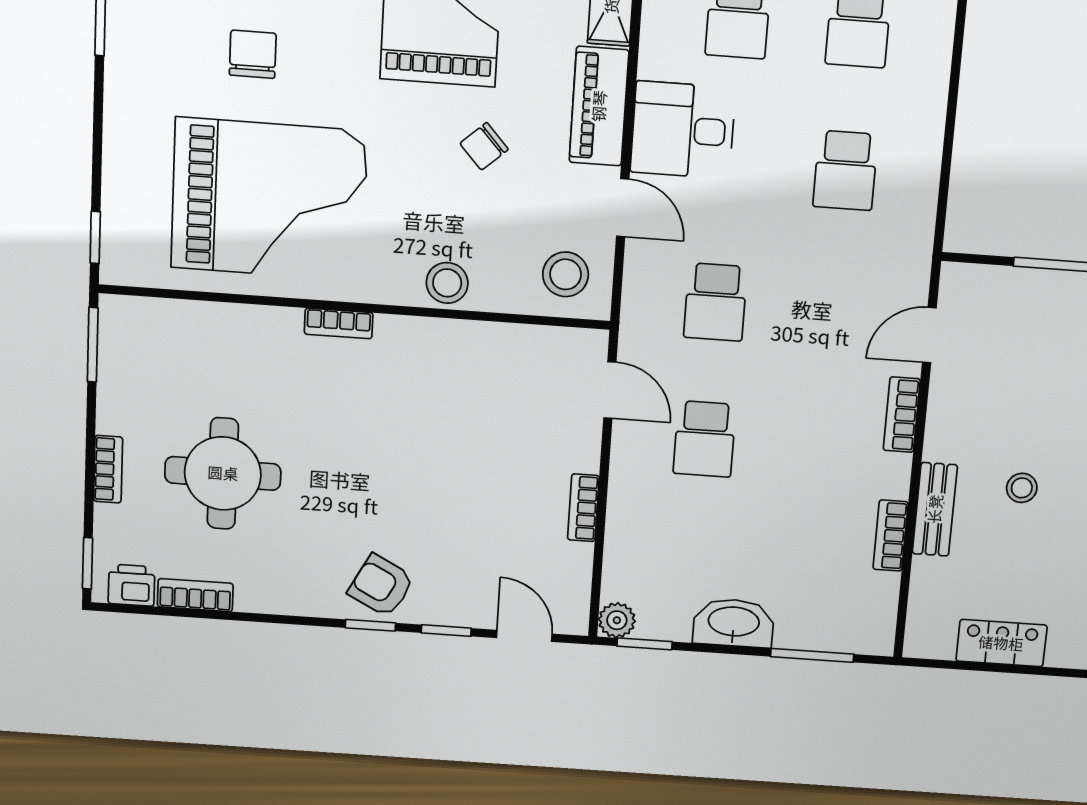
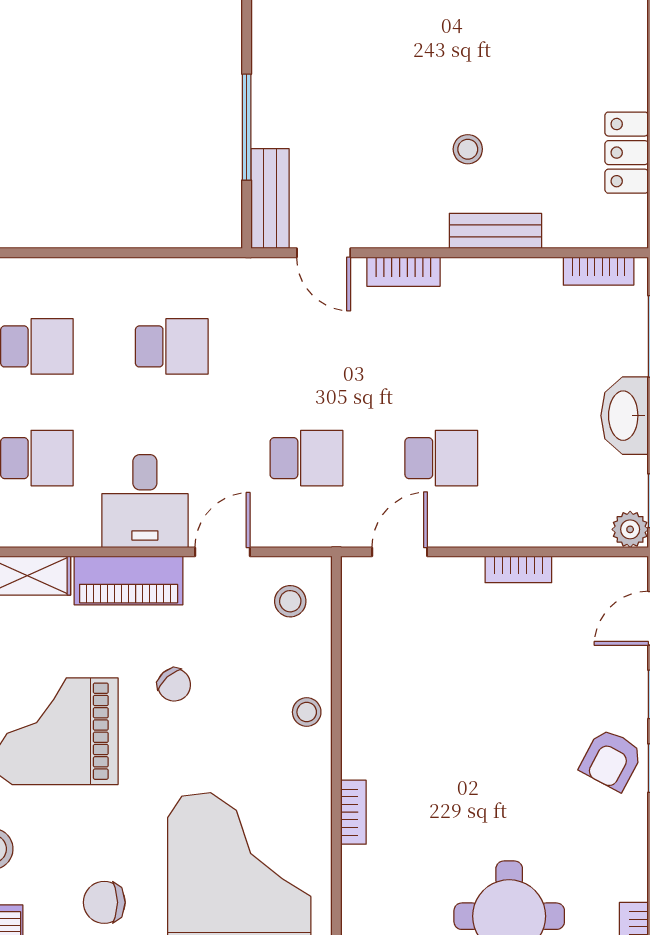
stool: (566, 274) -> (290, 601), width x0.73, depth x0.73
stool: (447, 283) -> (307, 712), width x0.73, depth x0.73
bench: (992, 284) -> (270, 199), added
bookcase: (891, 536) -> (599, 271), moved

